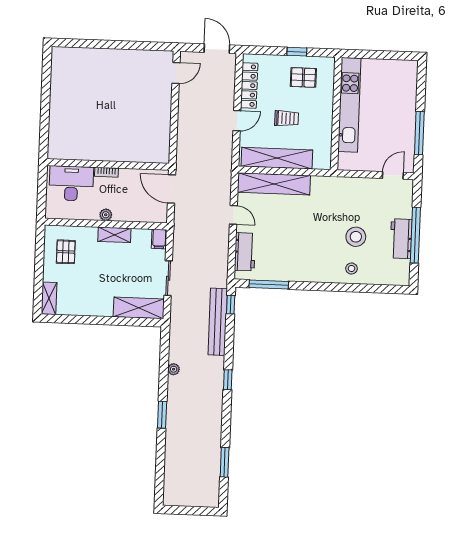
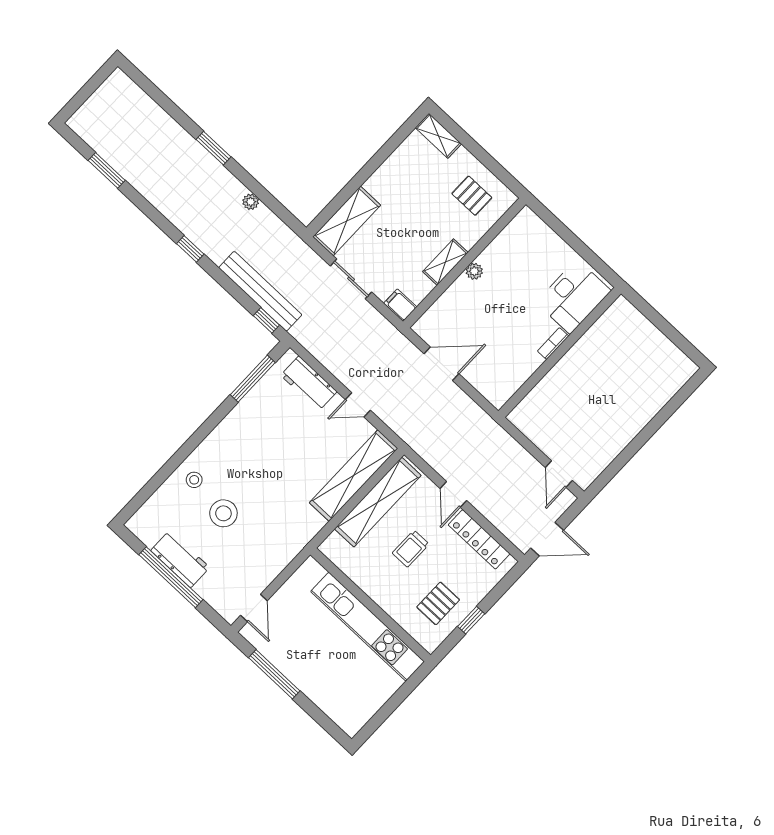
wall: (108, 164) -> (560, 352), moved
bookcase: (106, 172) -> (553, 344), moved
desk: (71, 183) -> (574, 297), moved

